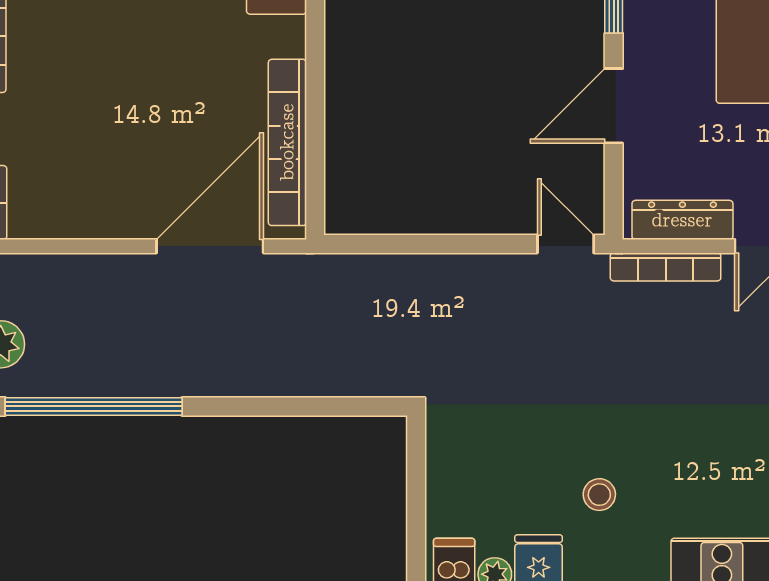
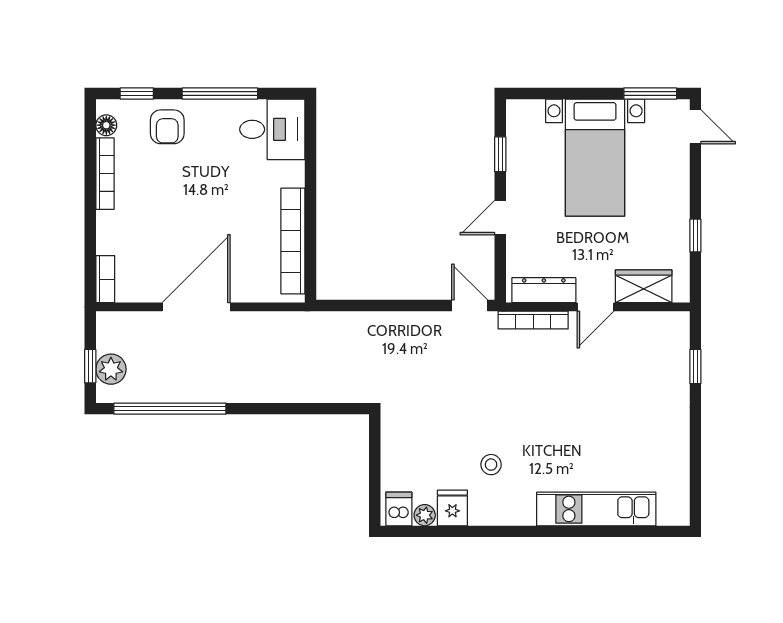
door: (614, 106) -> (500, 218), width x0.73
door: (210, 246) -> (196, 307), moved

